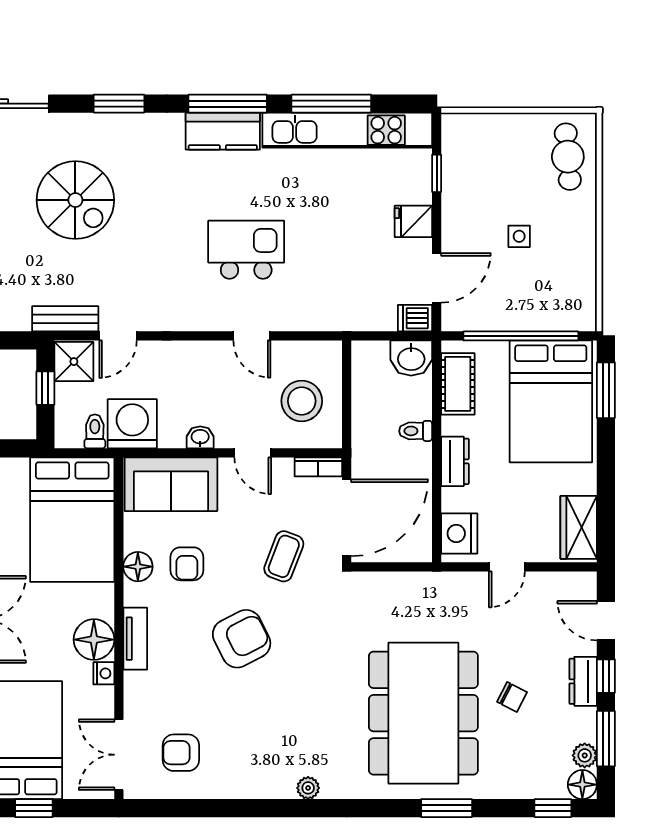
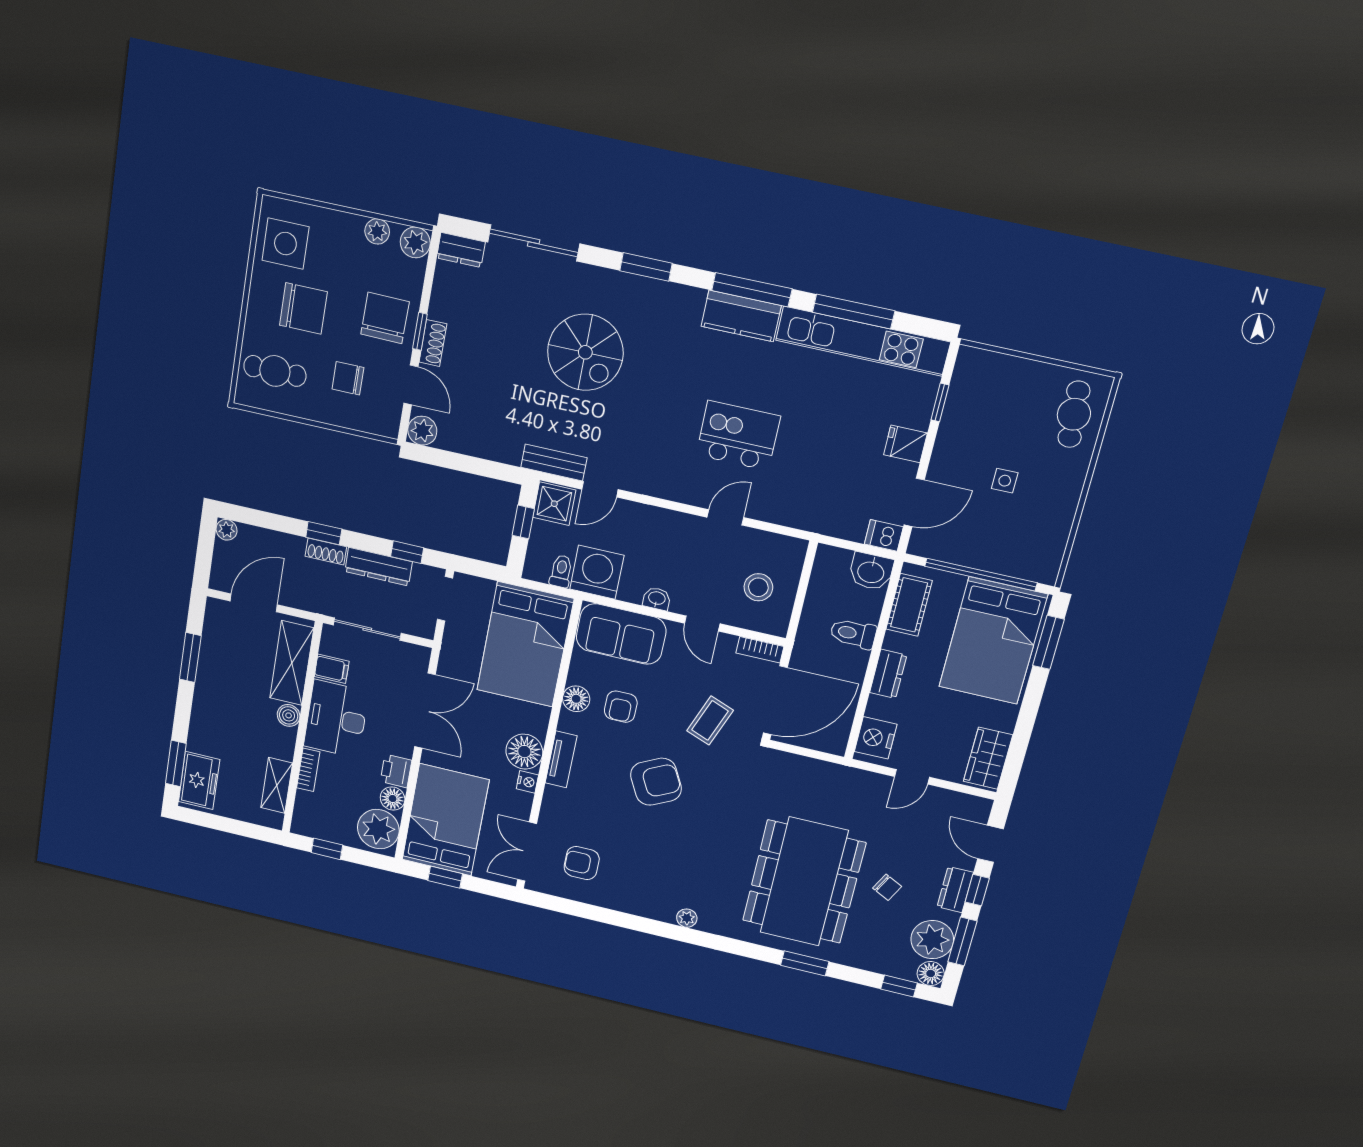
door: (252, 336) -> (725, 517), swing flipped
stool: (302, 401) -> (758, 587), width x0.73, depth x0.73
toilet: (416, 431) -> (853, 634), width x1.37, depth x1.39
plant: (585, 755) -> (932, 940), width x1.87, depth x1.87

